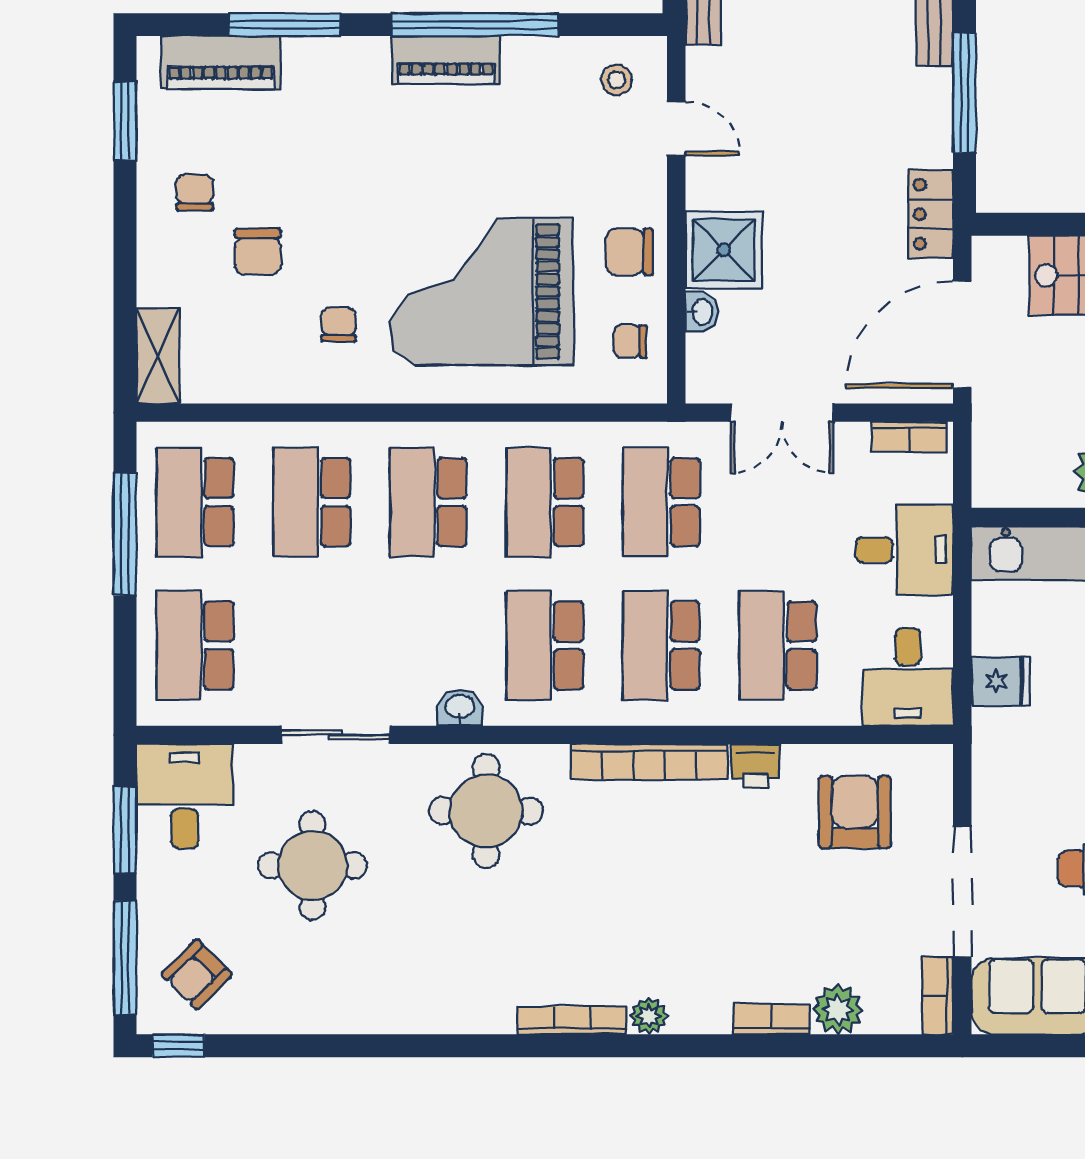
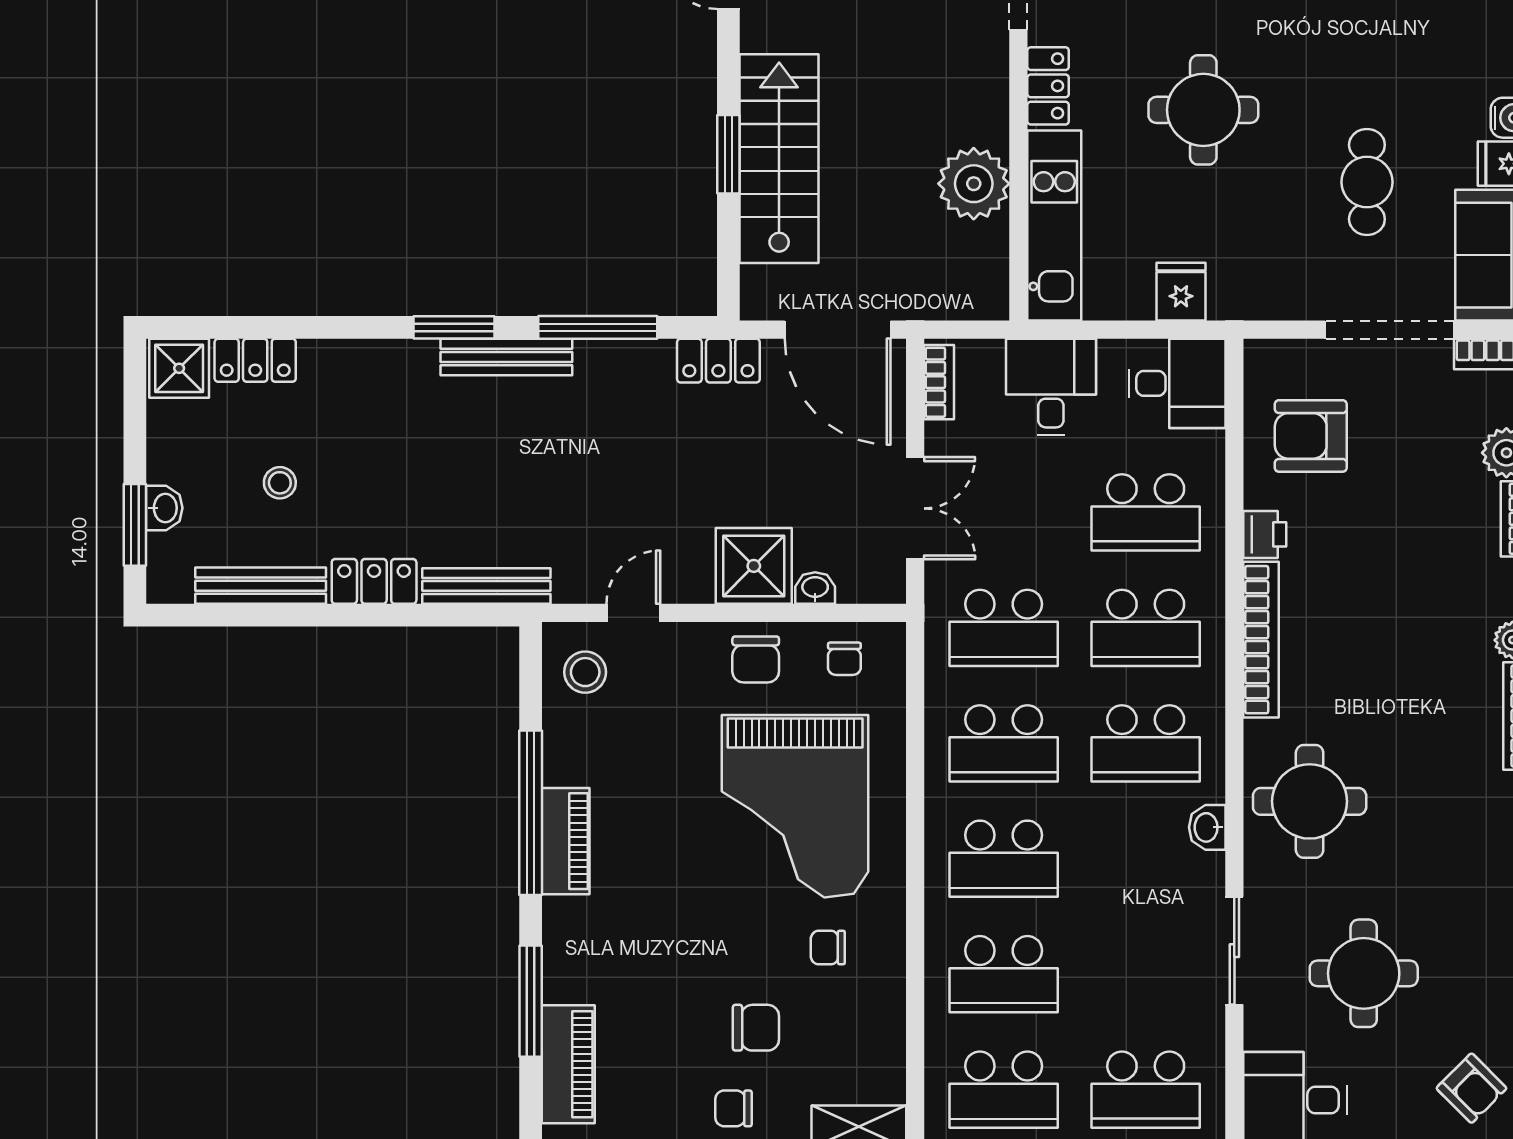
stool: (617, 80) -> (585, 672), width x1.37, depth x1.37
chair: (195, 192) -> (734, 1108), moved

